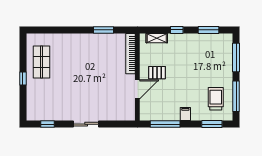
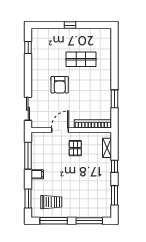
shop shelf: (41, 62) -> (81, 59), moved
door: (137, 89) -> (60, 130), swing flipped
armchair: (88, 90) -> (60, 85), added
sliding door: (86, 124) -> (28, 109), moved

